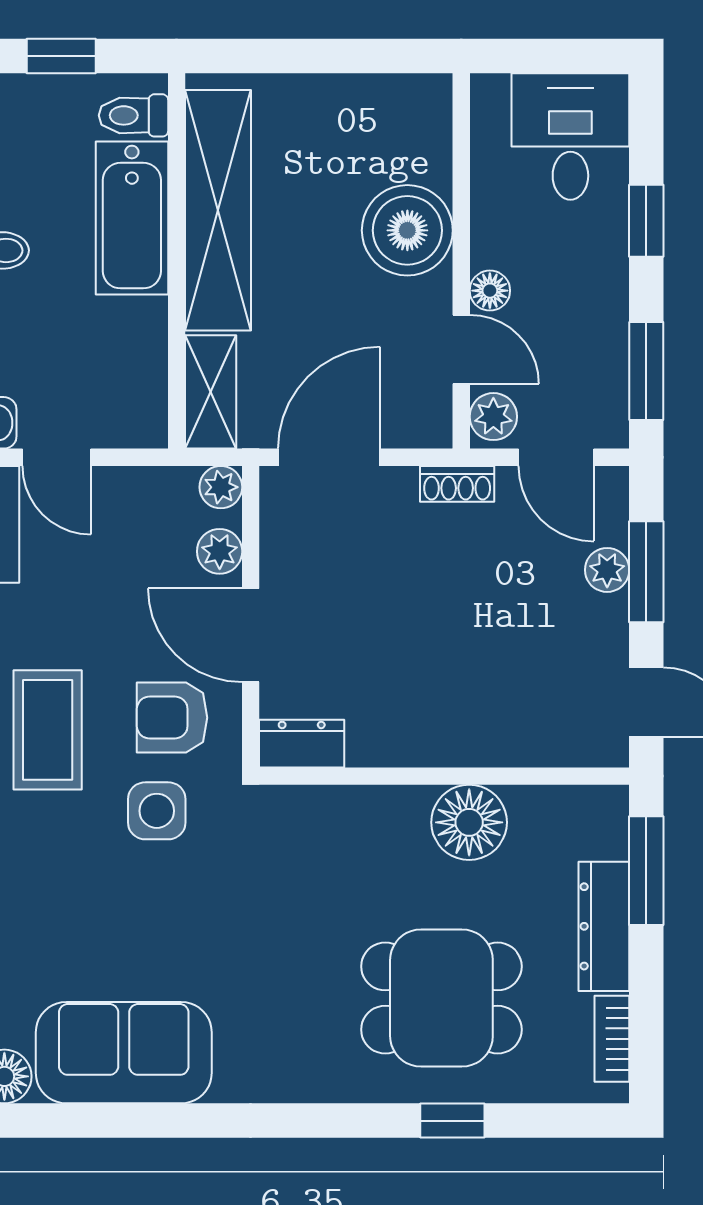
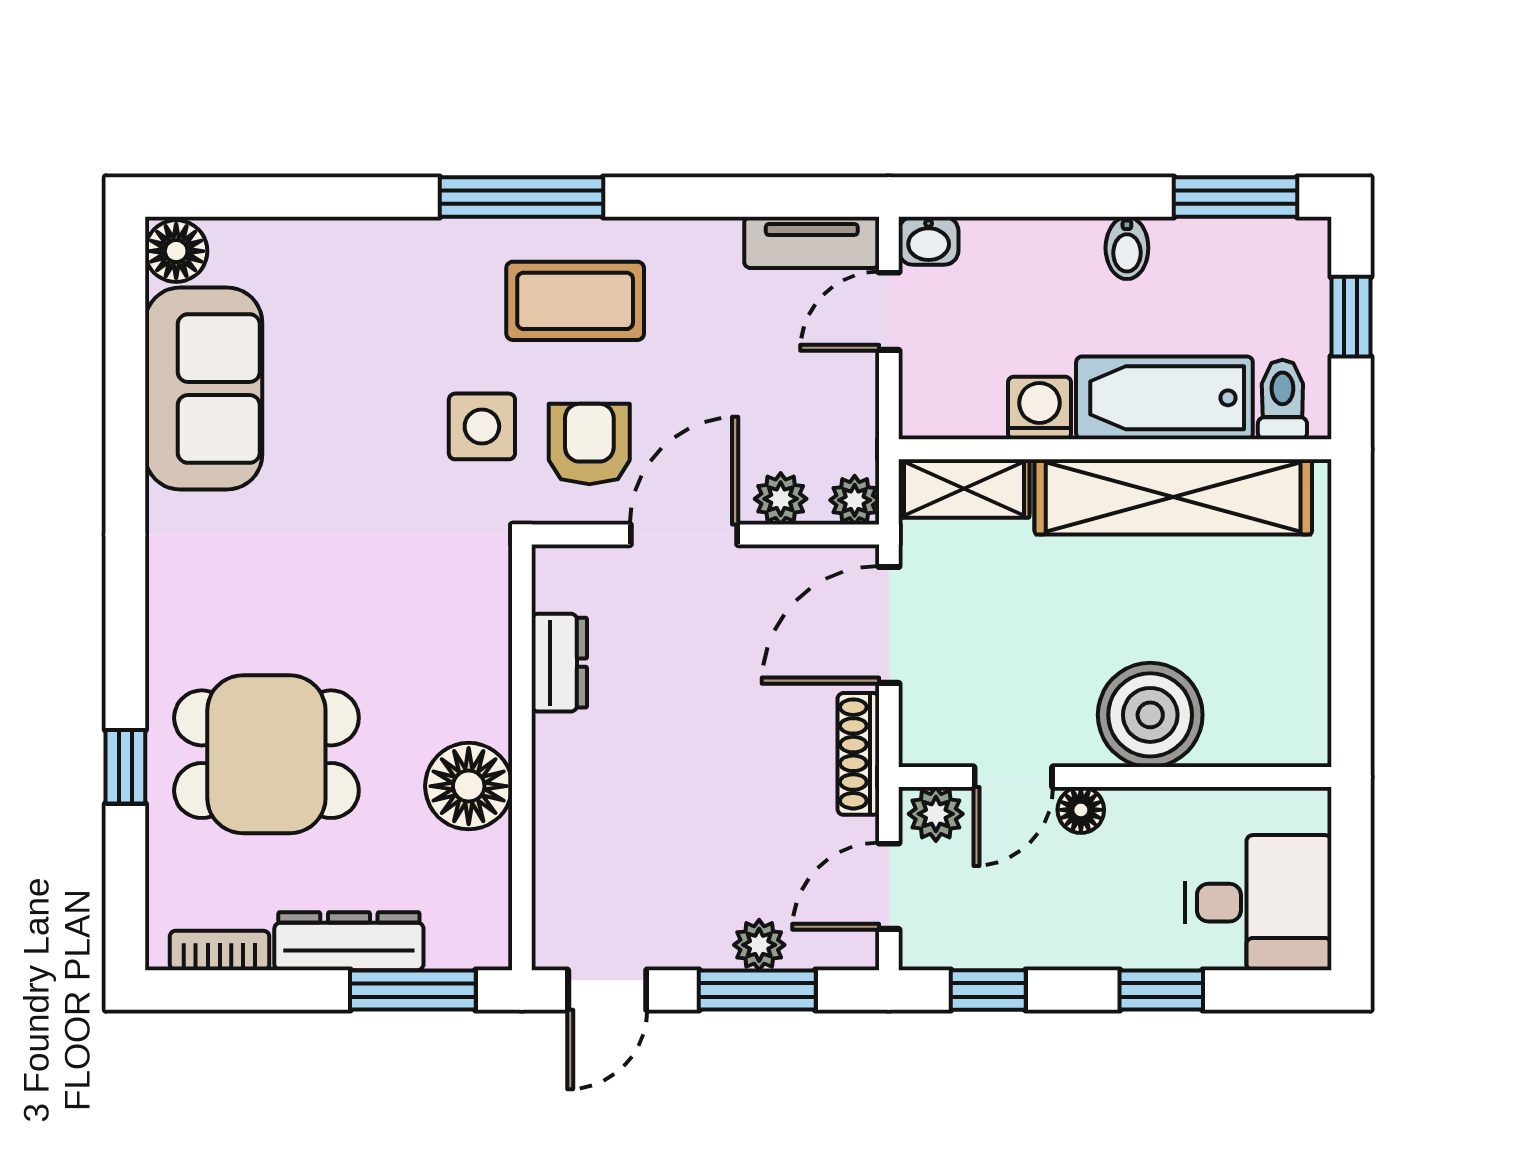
washing machine: (141, 326) -> (1039, 408), added
window: (646, 371) -> (988, 990), width x0.67
door: (329, 457) -> (889, 625), swing flipped
shoe rack: (457, 484) -> (858, 754), width x1.43
dresser: (302, 744) -> (559, 663), moved
dining table: (441, 998) -> (266, 754), turned 90

